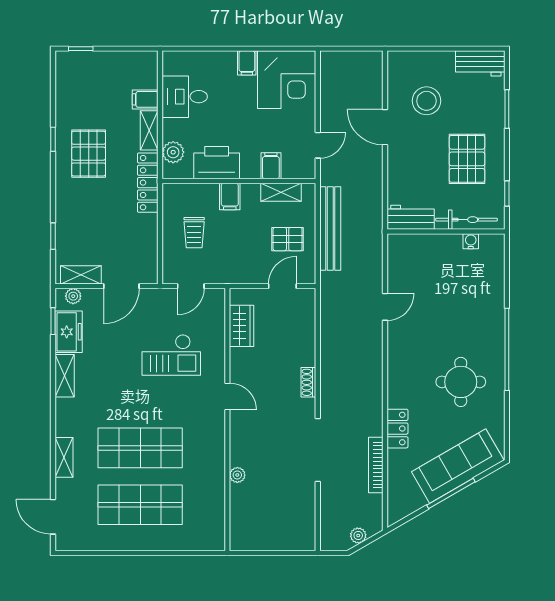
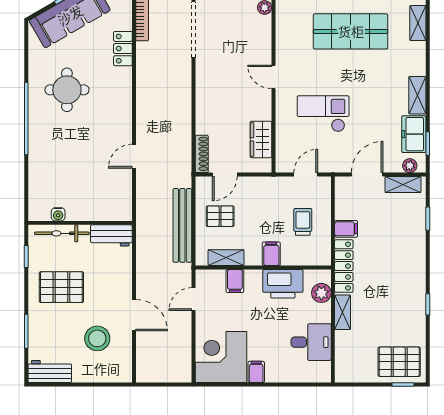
filing cabinet: (145, 99) -> (346, 229), moved
pallet: (89, 154) -> (399, 362), moved, turned 90
pallet: (467, 159) -> (61, 287), turned 90
shoe rack: (308, 382) -> (202, 154), moved, width x1.43

